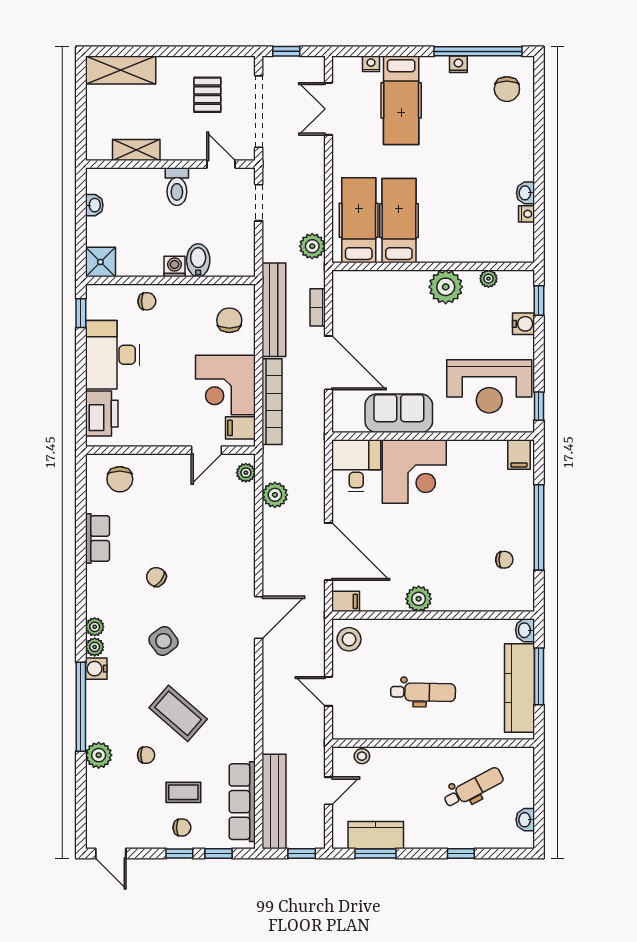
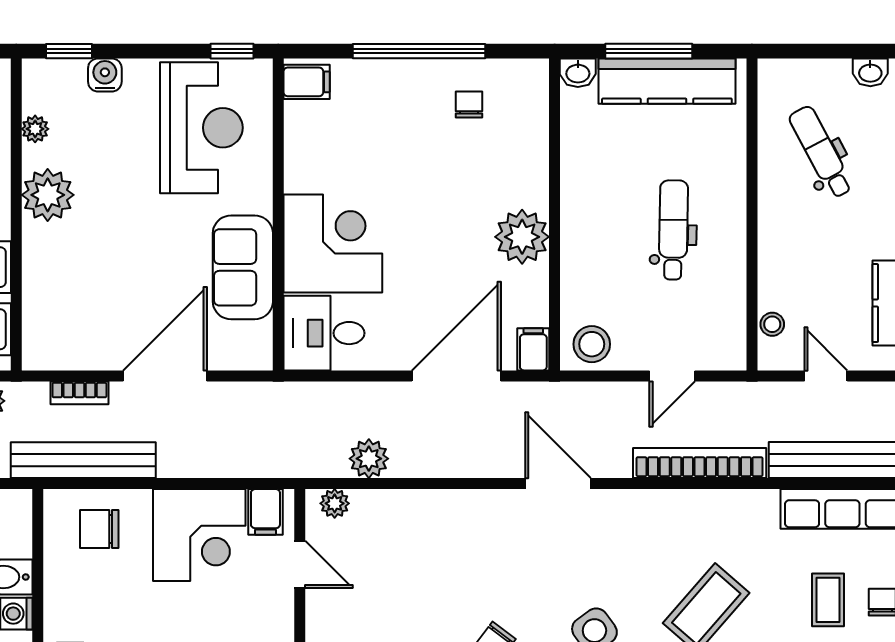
bookcase: (272, 402) -> (700, 463), moved
plant: (419, 599) -> (522, 237), width x1.36, depth x1.36

